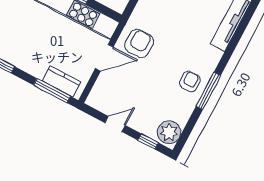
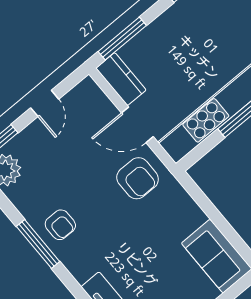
door: (104, 58) -> (137, 125), hinge flipped
kitchen counter: (61, 81) -> (121, 79), moved, turned -90

